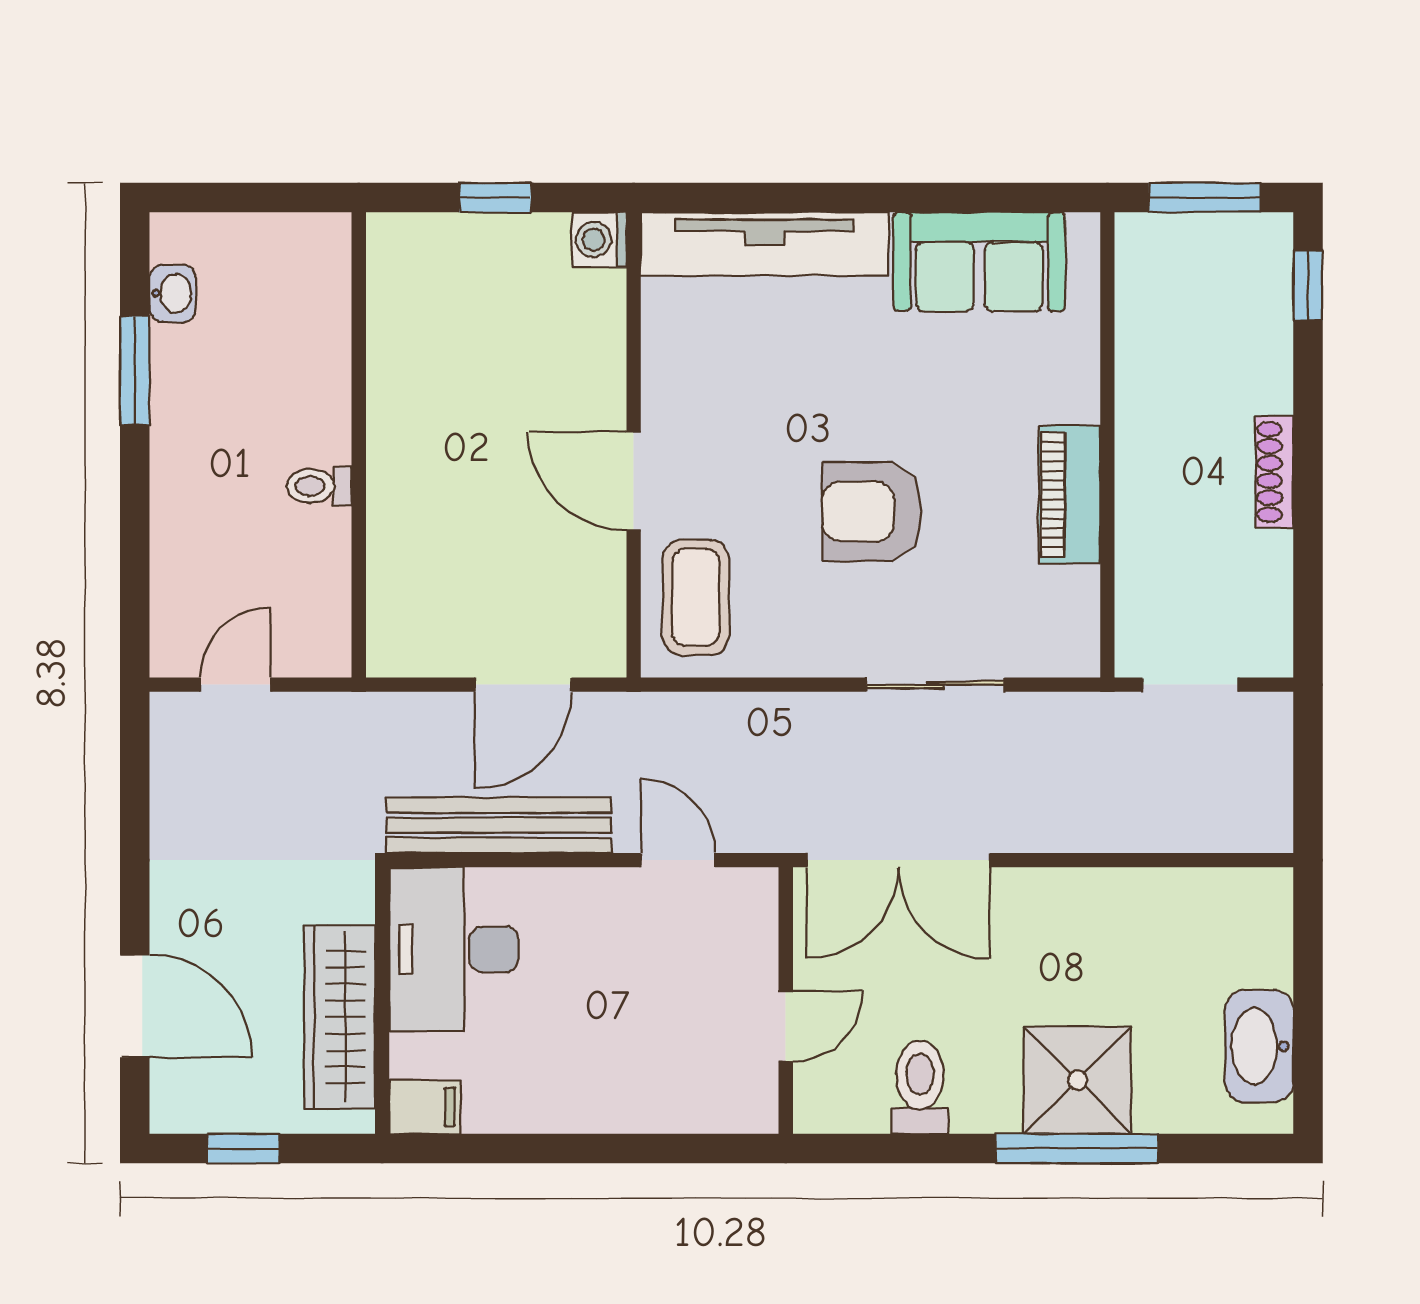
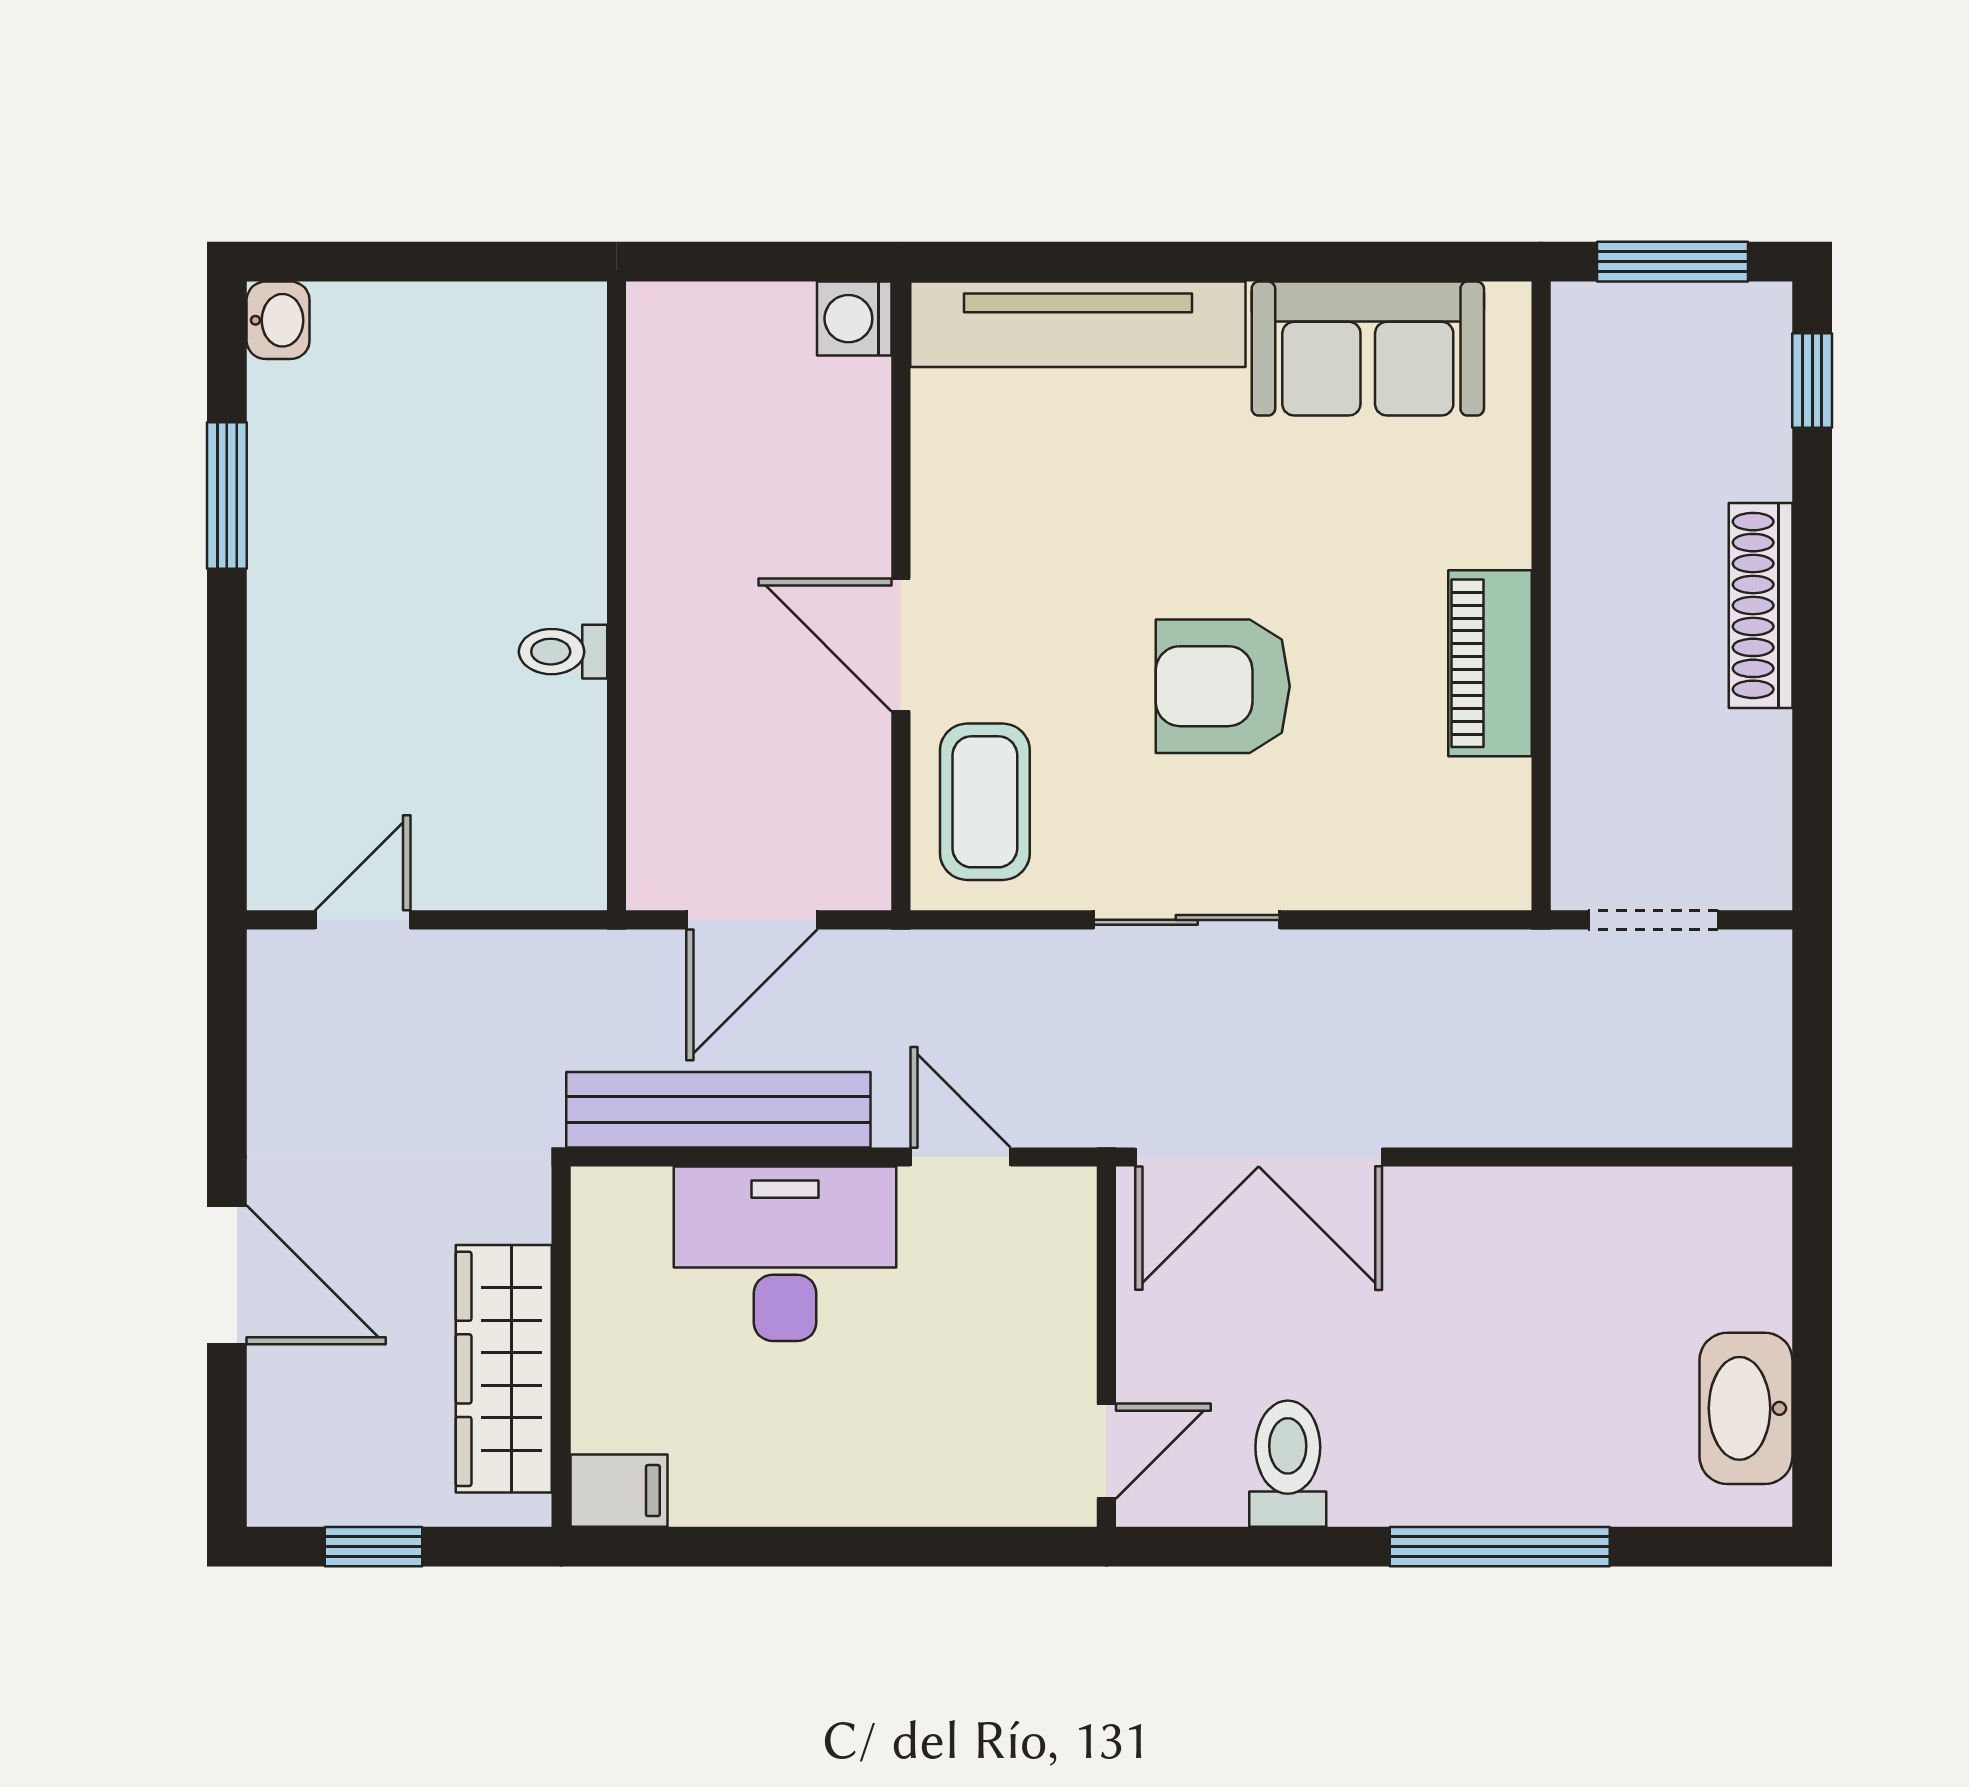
window: (495, 197) -> (714, 262), removed
washbasin: (173, 293) -> (278, 320), moved
wall: (359, 445) -> (617, 596), moved
shoe rack: (1274, 472) -> (1761, 605), width x1.36, depth x1.24
toilet: (319, 486) -> (563, 652), moved
sliding door: (935, 685) -> (1187, 920), moved
desk: (454, 949) -> (785, 1254), moved, turned 90
door: (135, 1006) -> (227, 1275), moved
door: (786, 1026) -> (1106, 1451), moved
shower: (1077, 1080) -> (1501, 1454), removed

